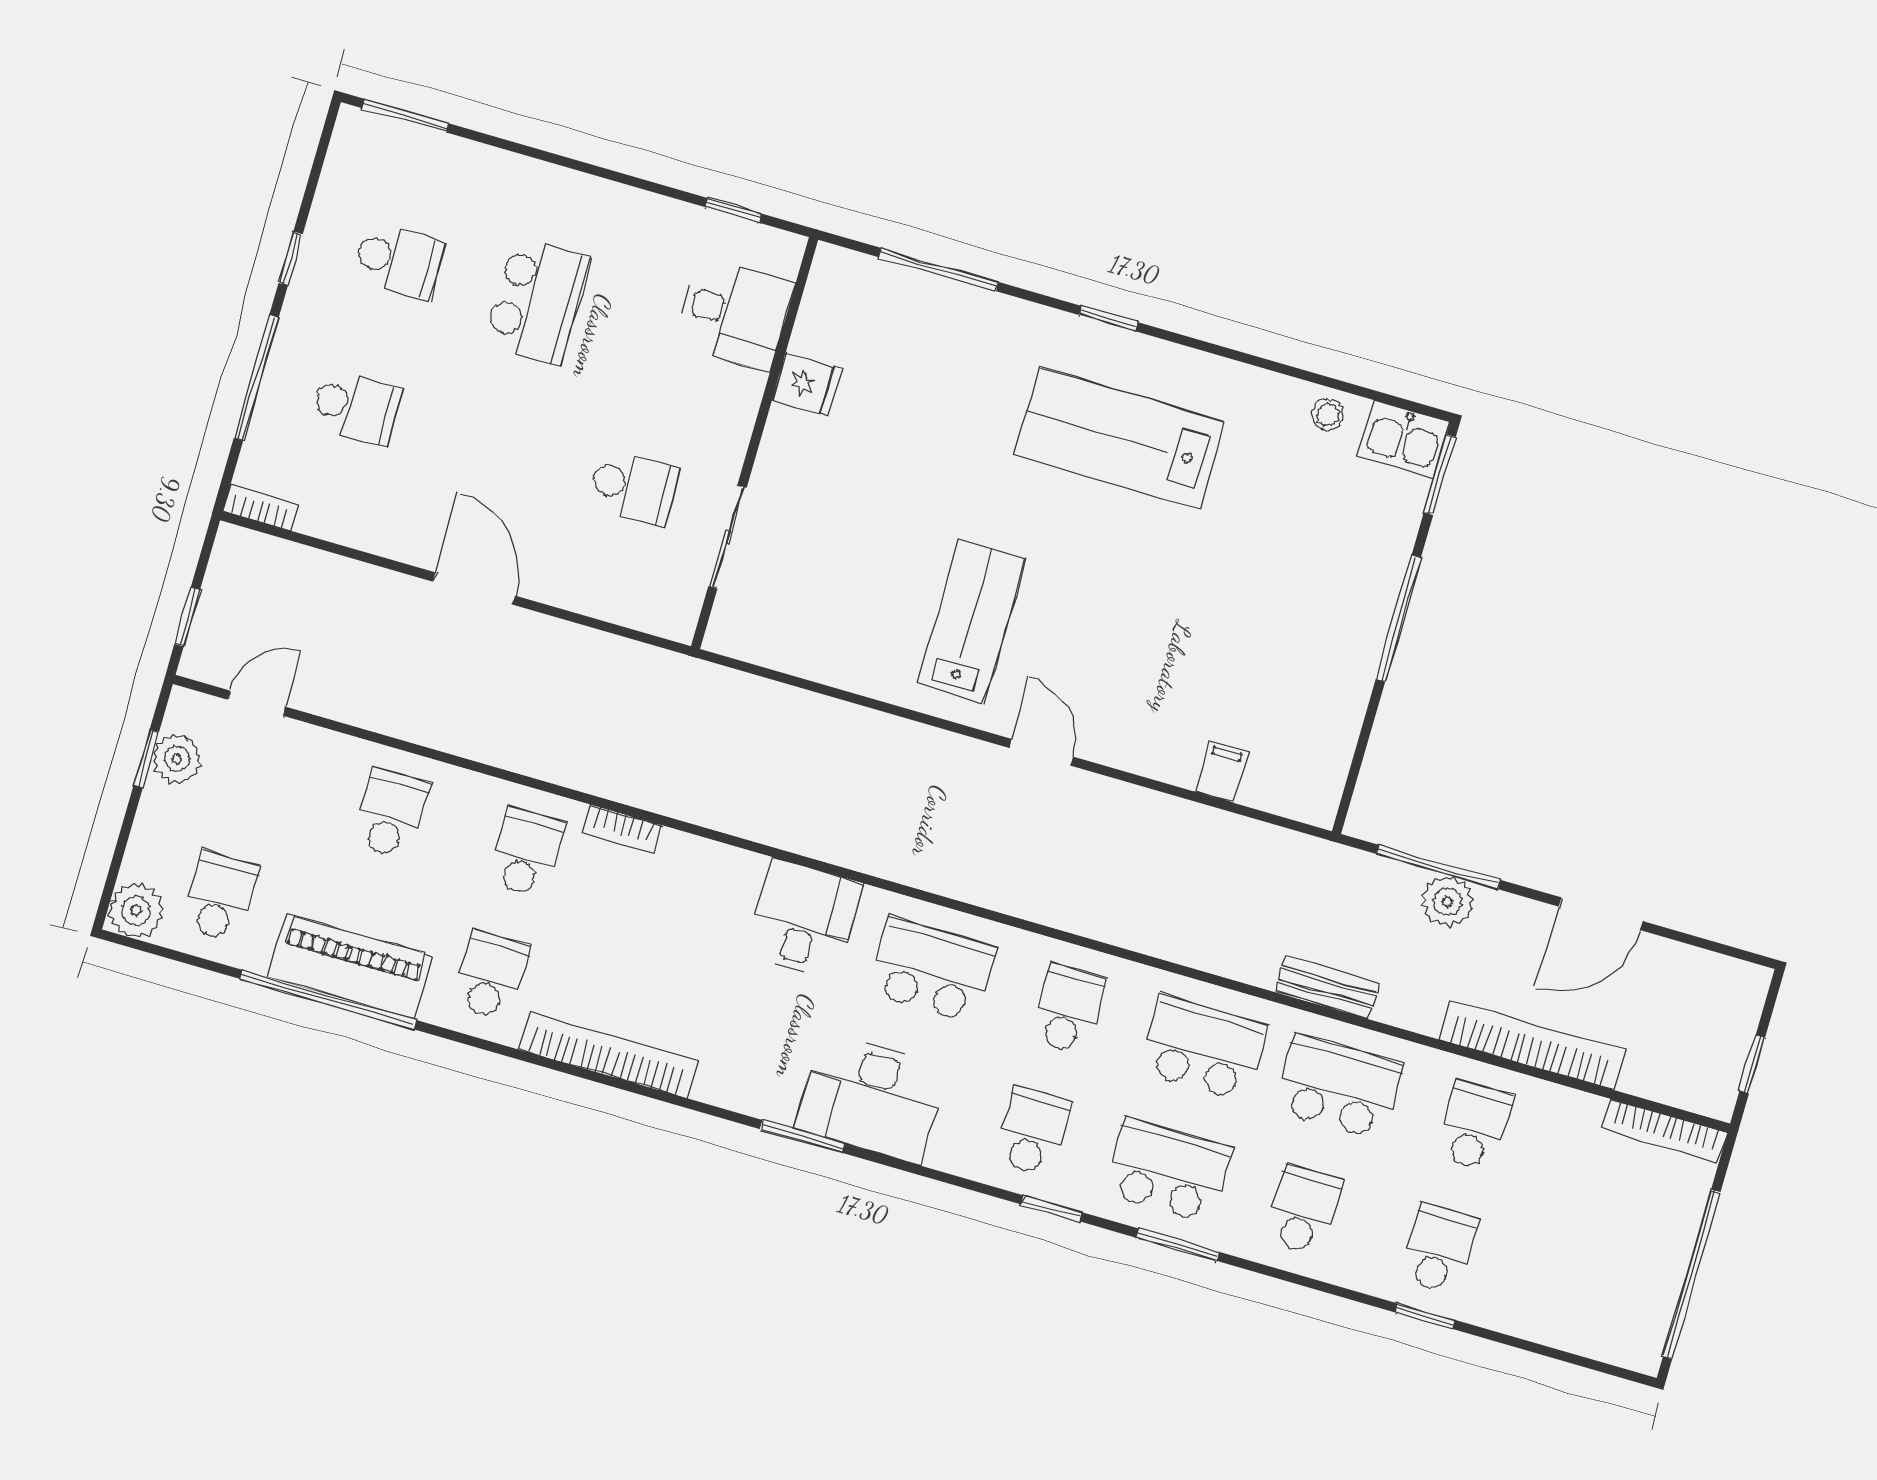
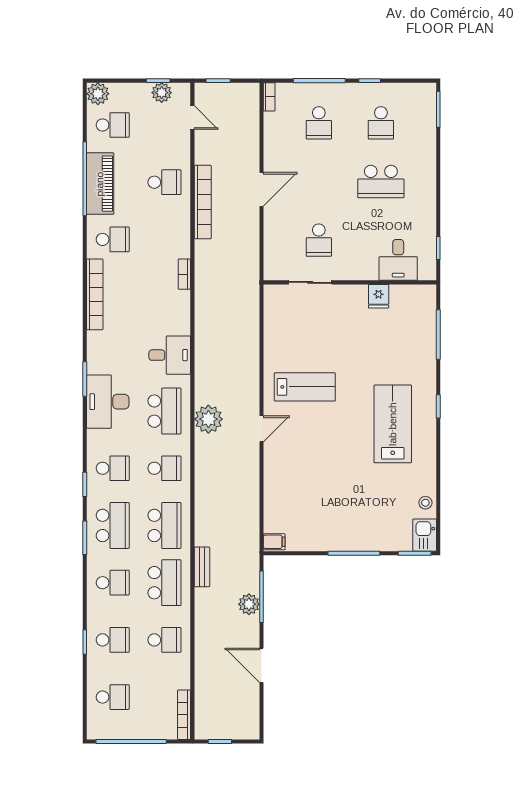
filing cabinet: (1222, 772) -> (274, 542), moved
school desk: (526, 853) -> (113, 697), moved
plant: (982, 871) -> (208, 419), added
bookcase: (1532, 1045) -> (203, 202), moved

